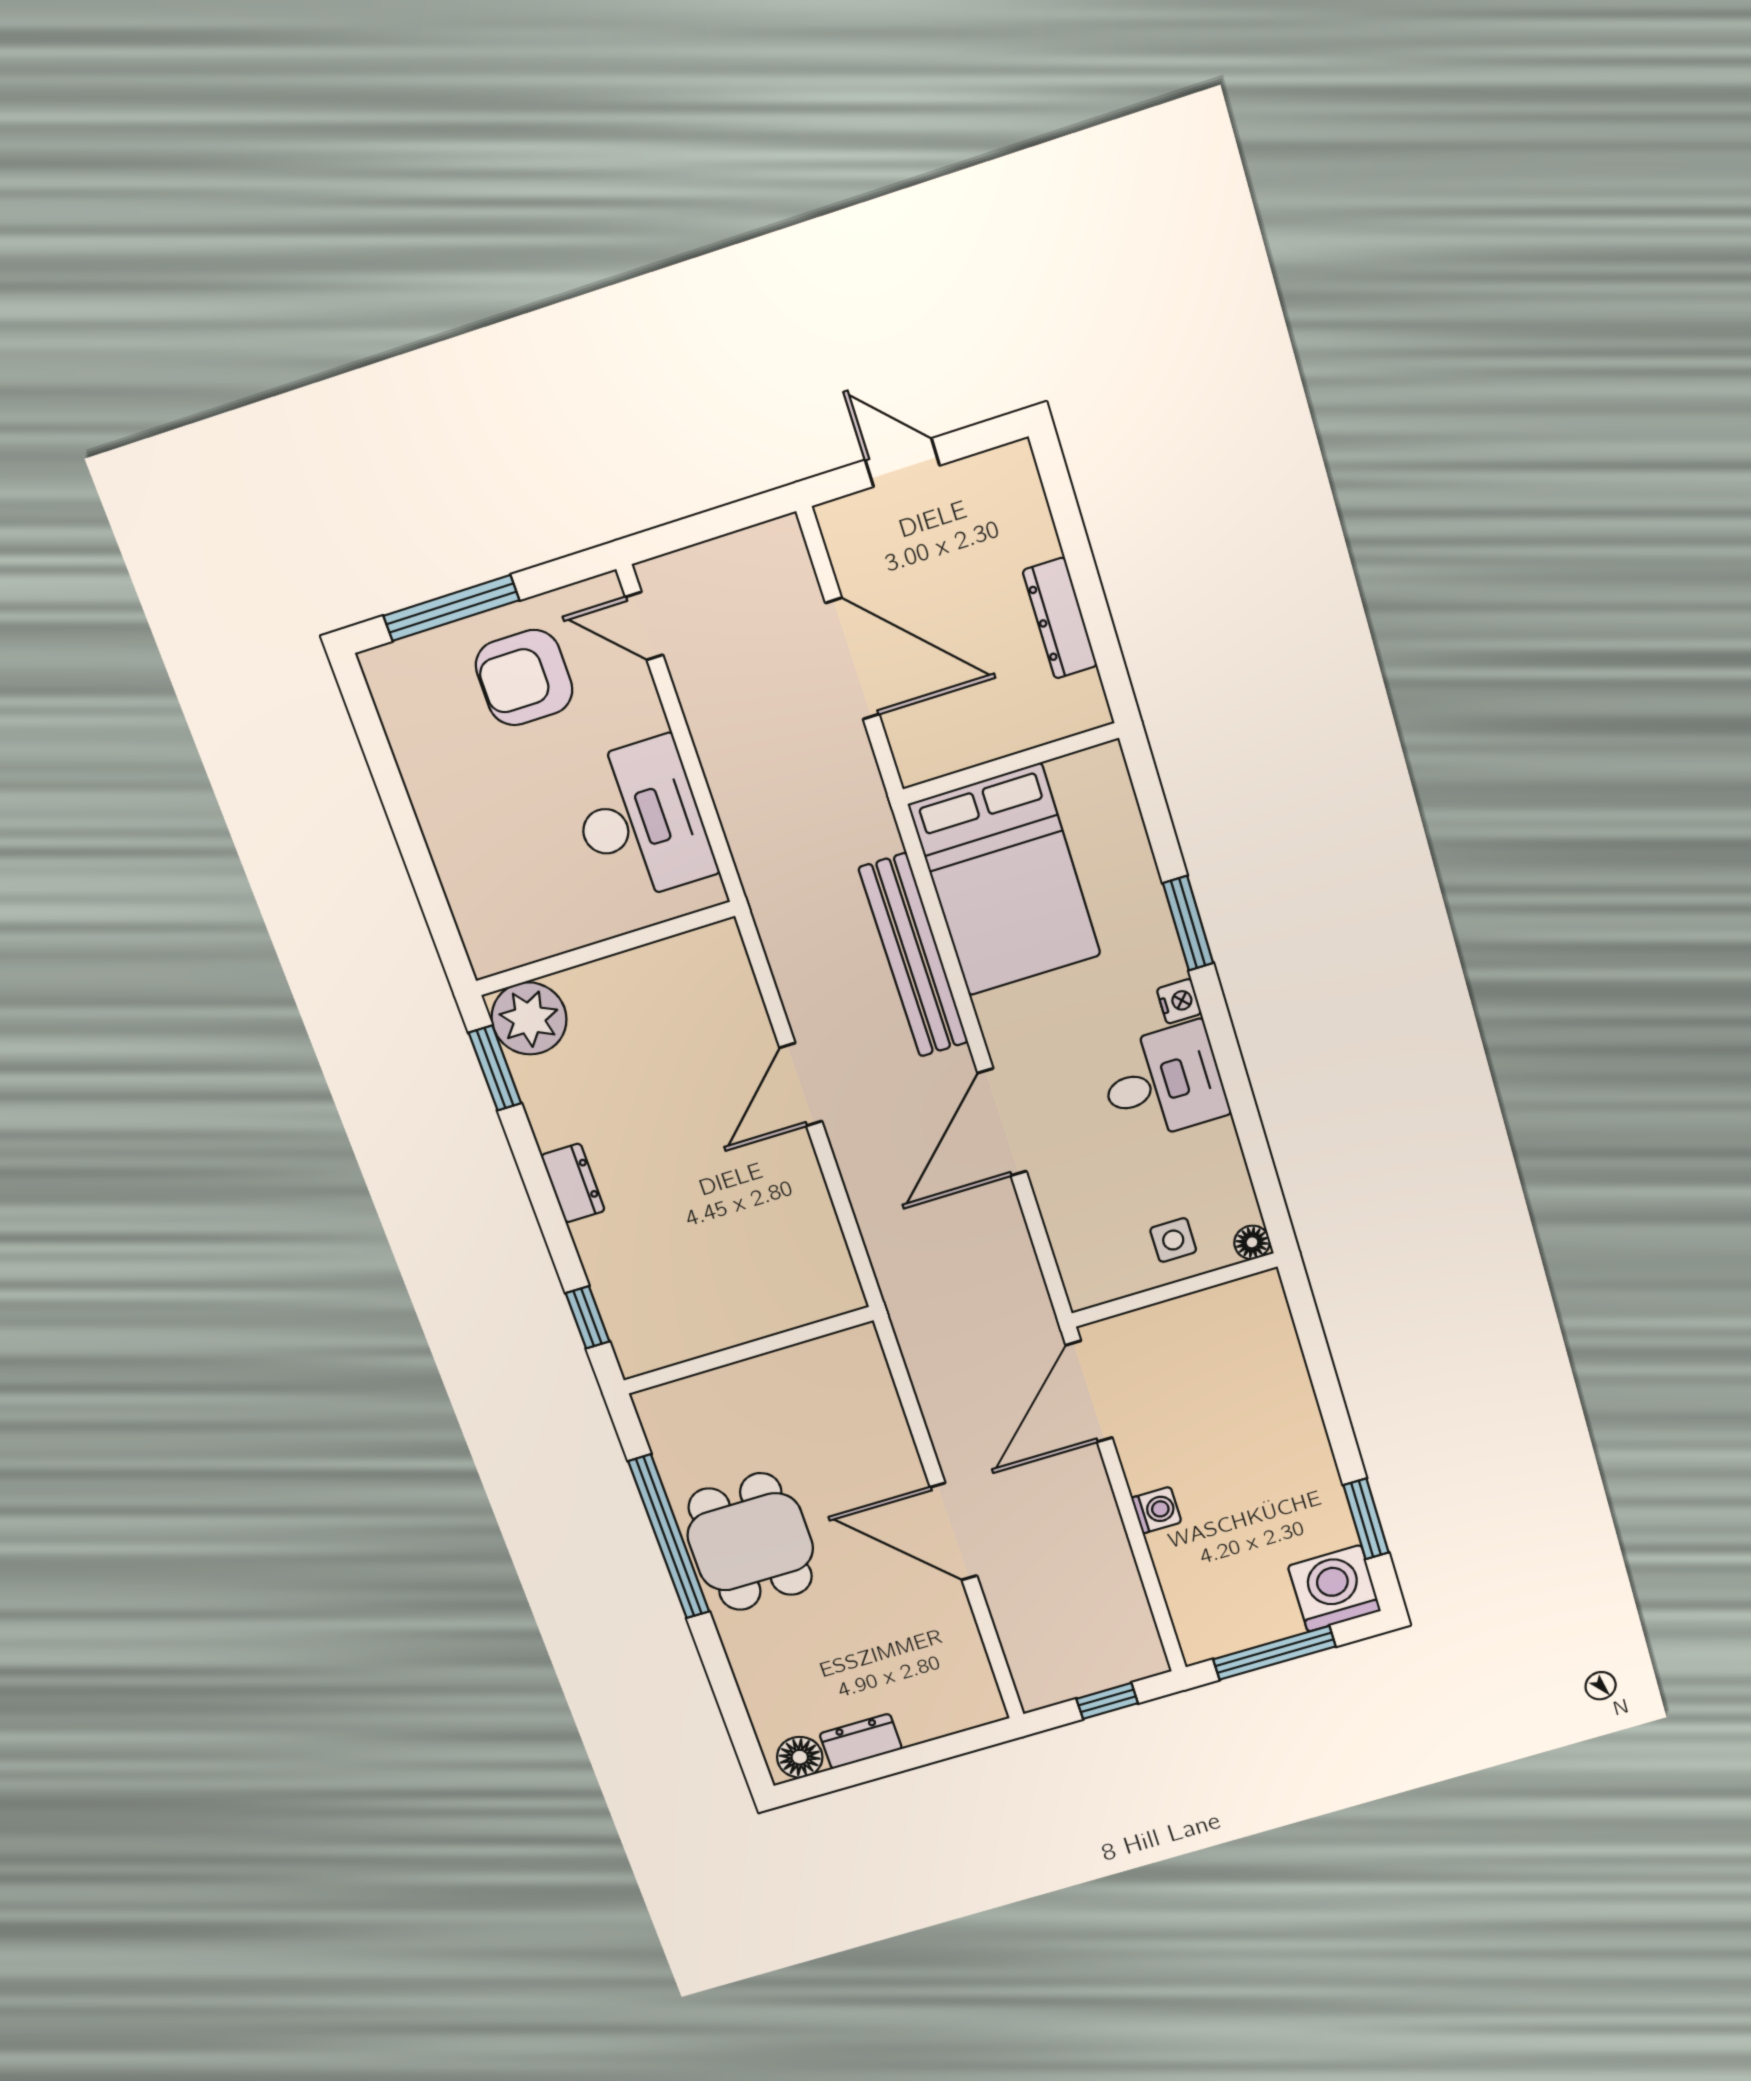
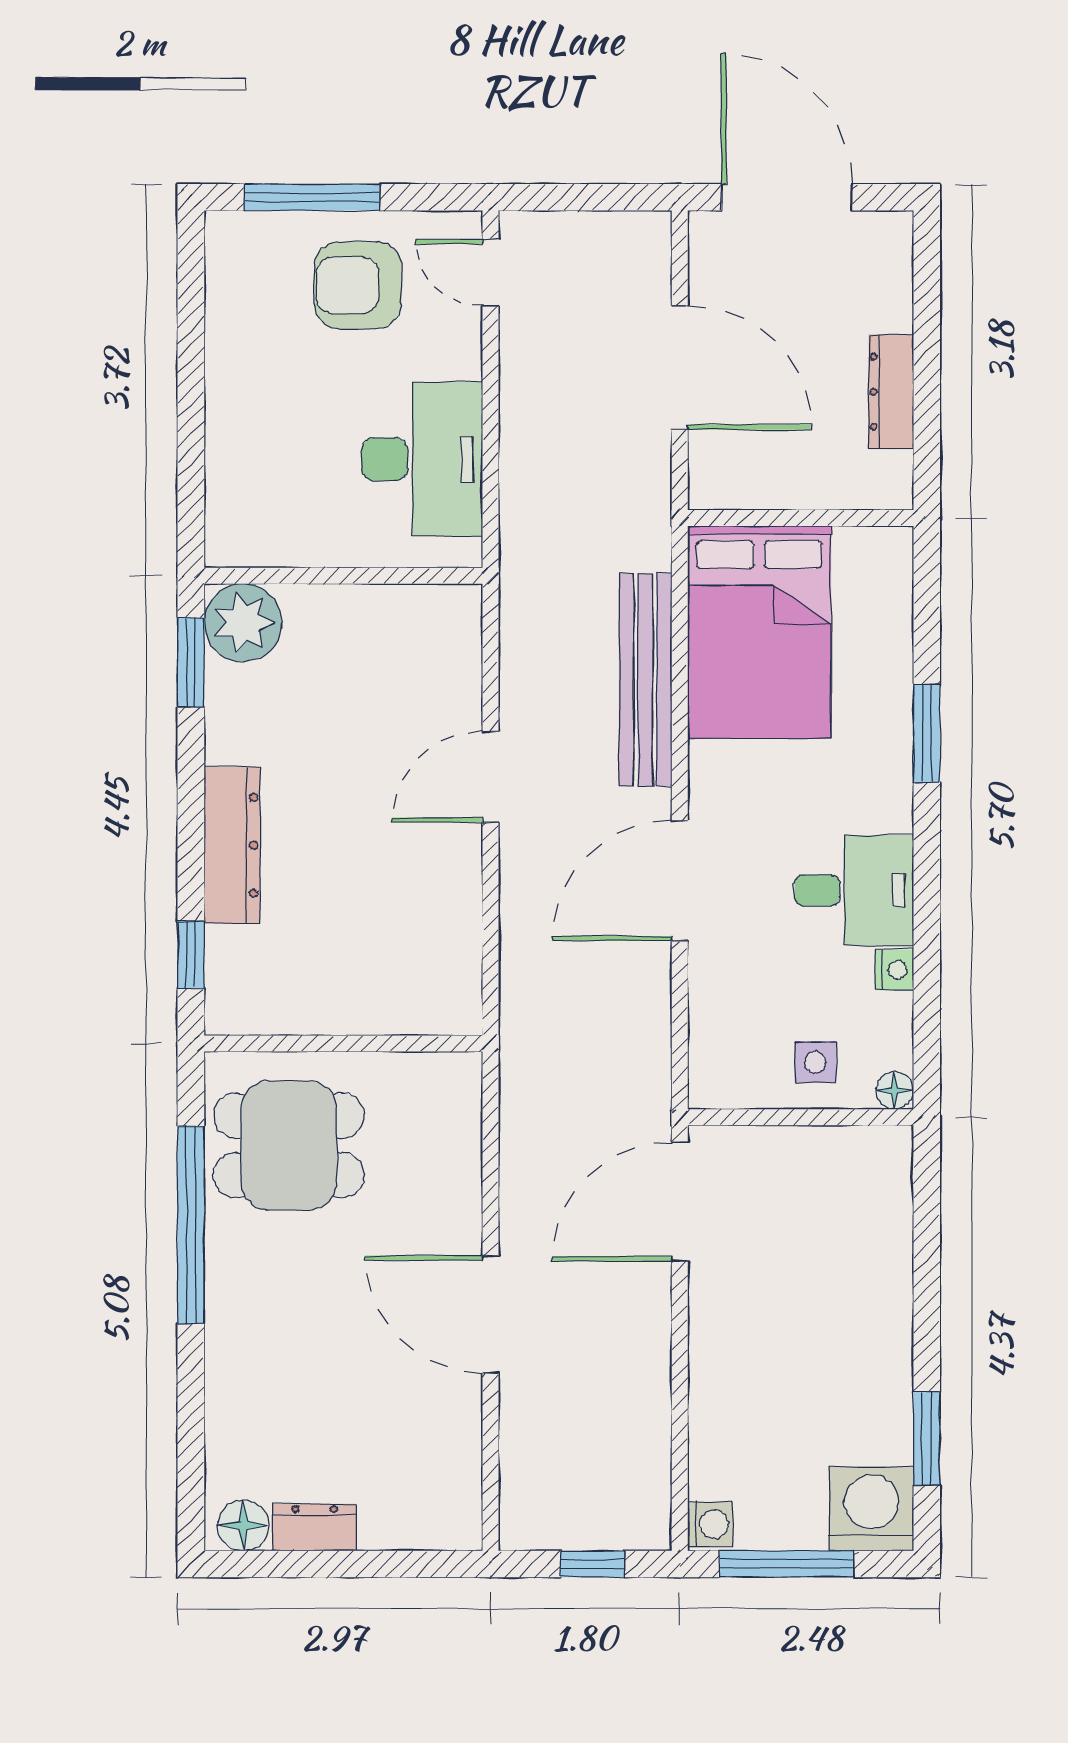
door: (902, 463) -> (787, 197), width x1.87
nightstand: (1179, 1001) -> (895, 970), moved
dresser: (573, 1183) -> (232, 845), width x1.96, depth x1.24
washing machine: (1156, 1510) -> (710, 1524), moved
dining table: (750, 1542) -> (289, 1146), moved, turned 90

